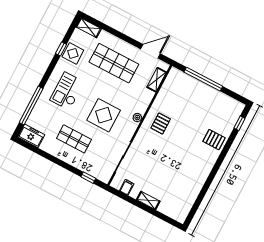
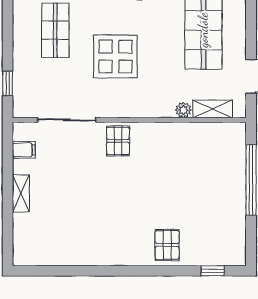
plant: (137, 118) -> (183, 110), moved
pallet: (161, 124) -> (118, 141), moved, turned 90

